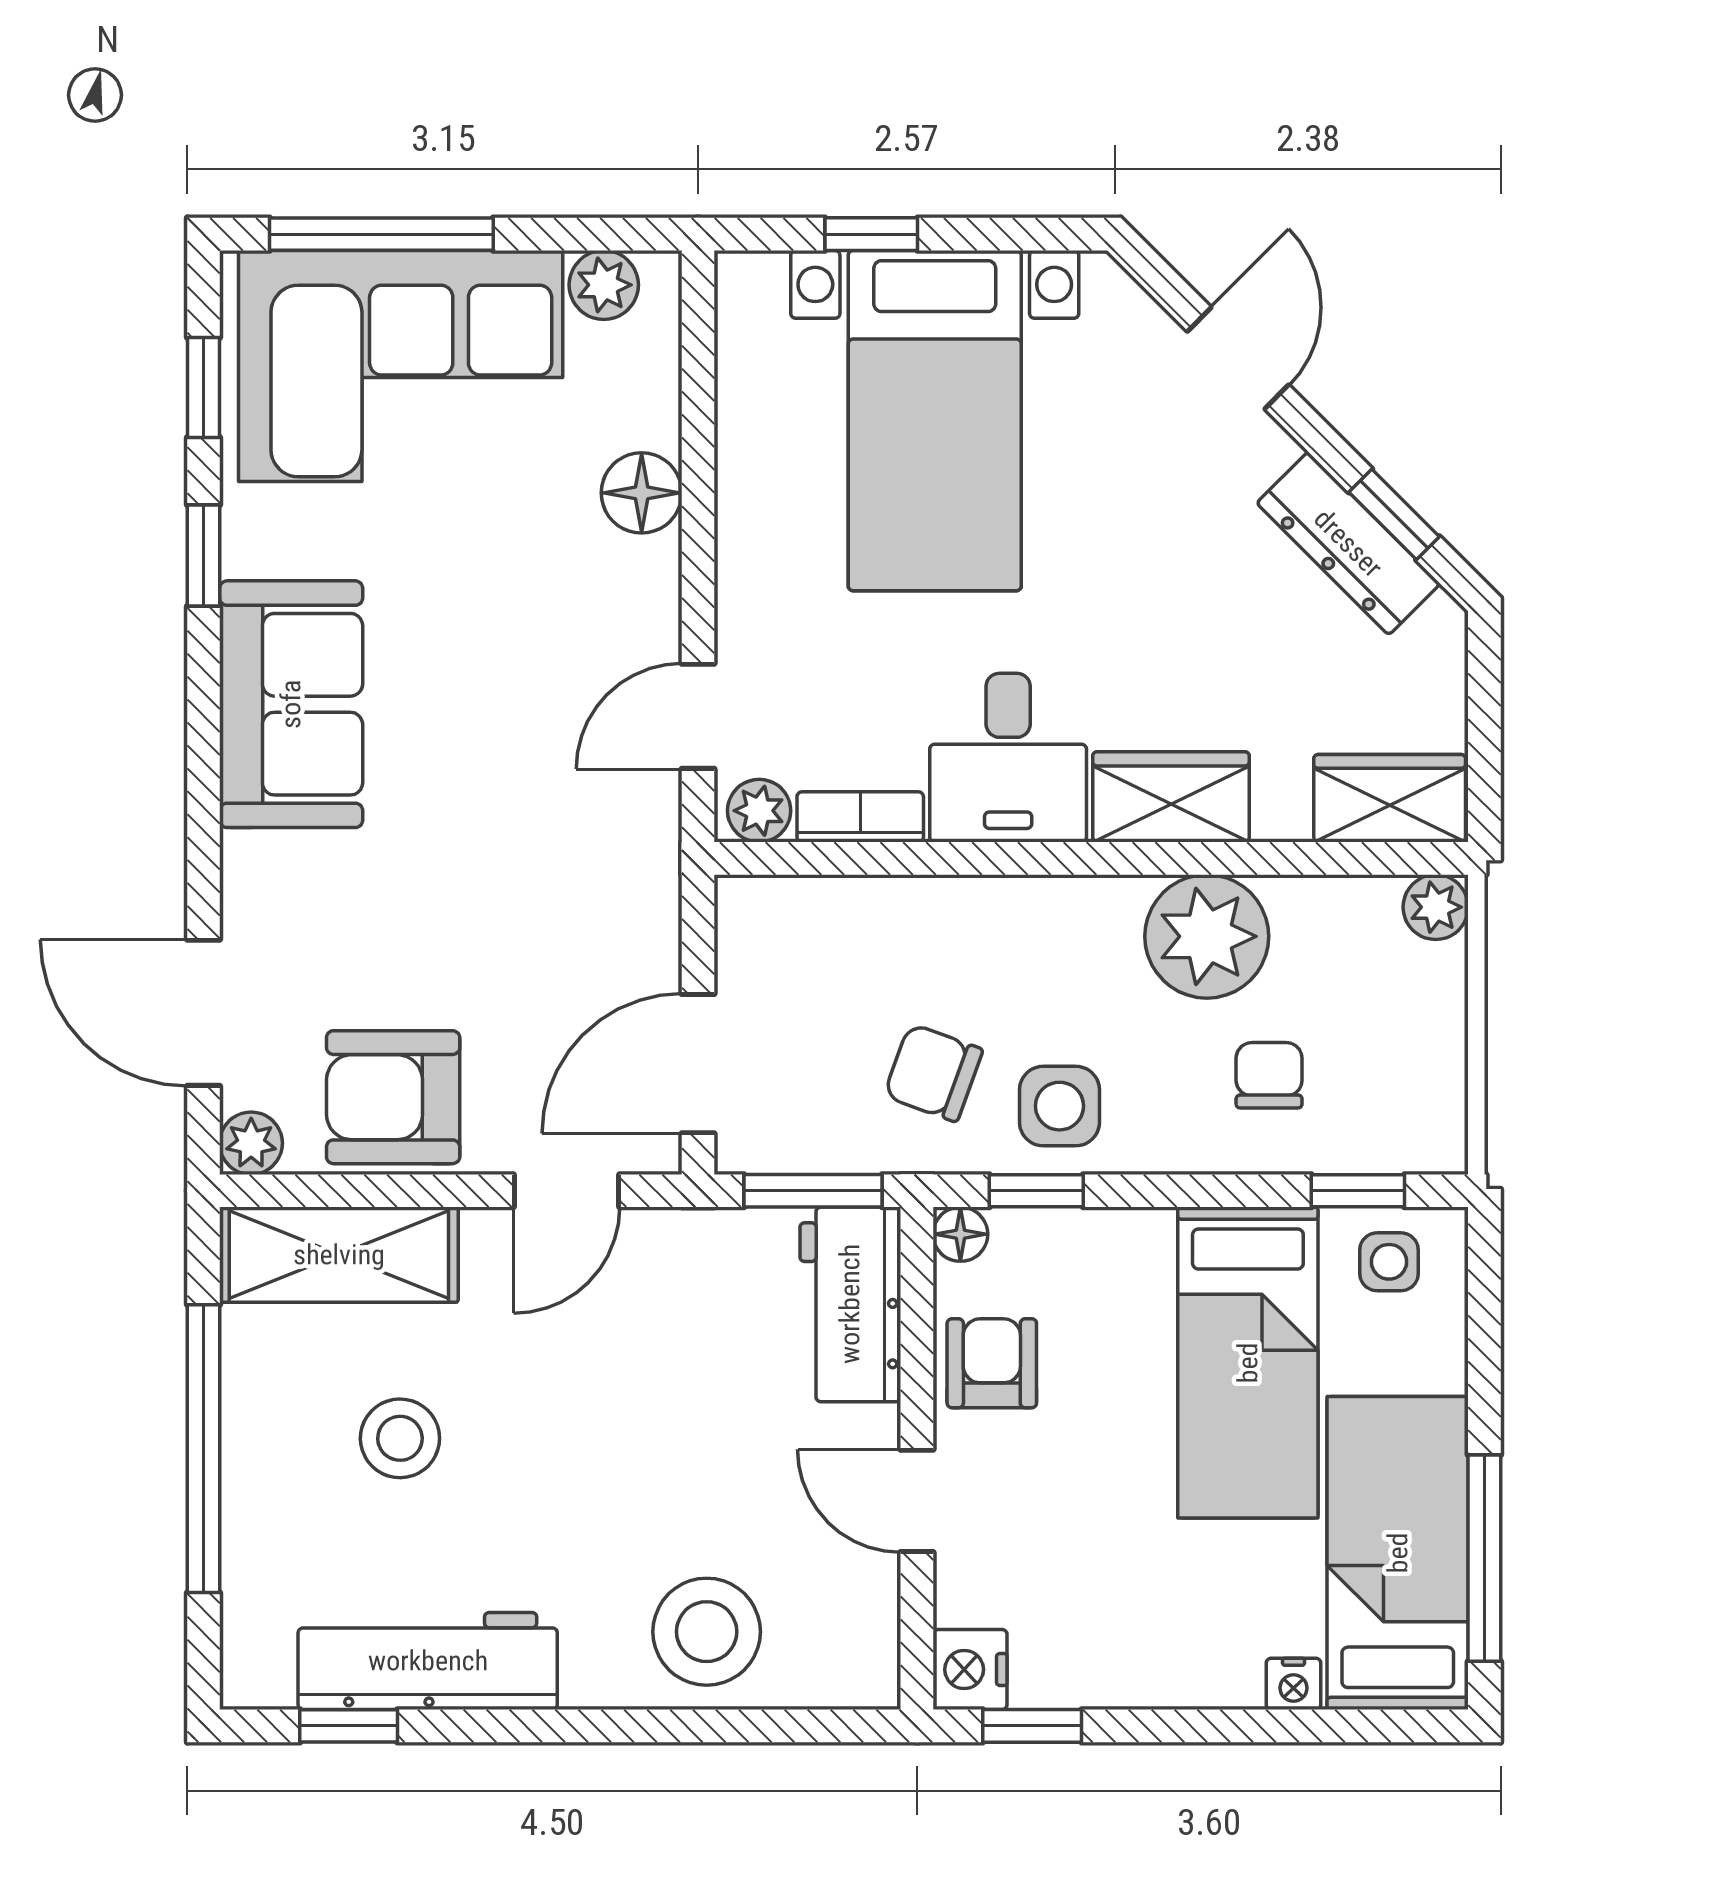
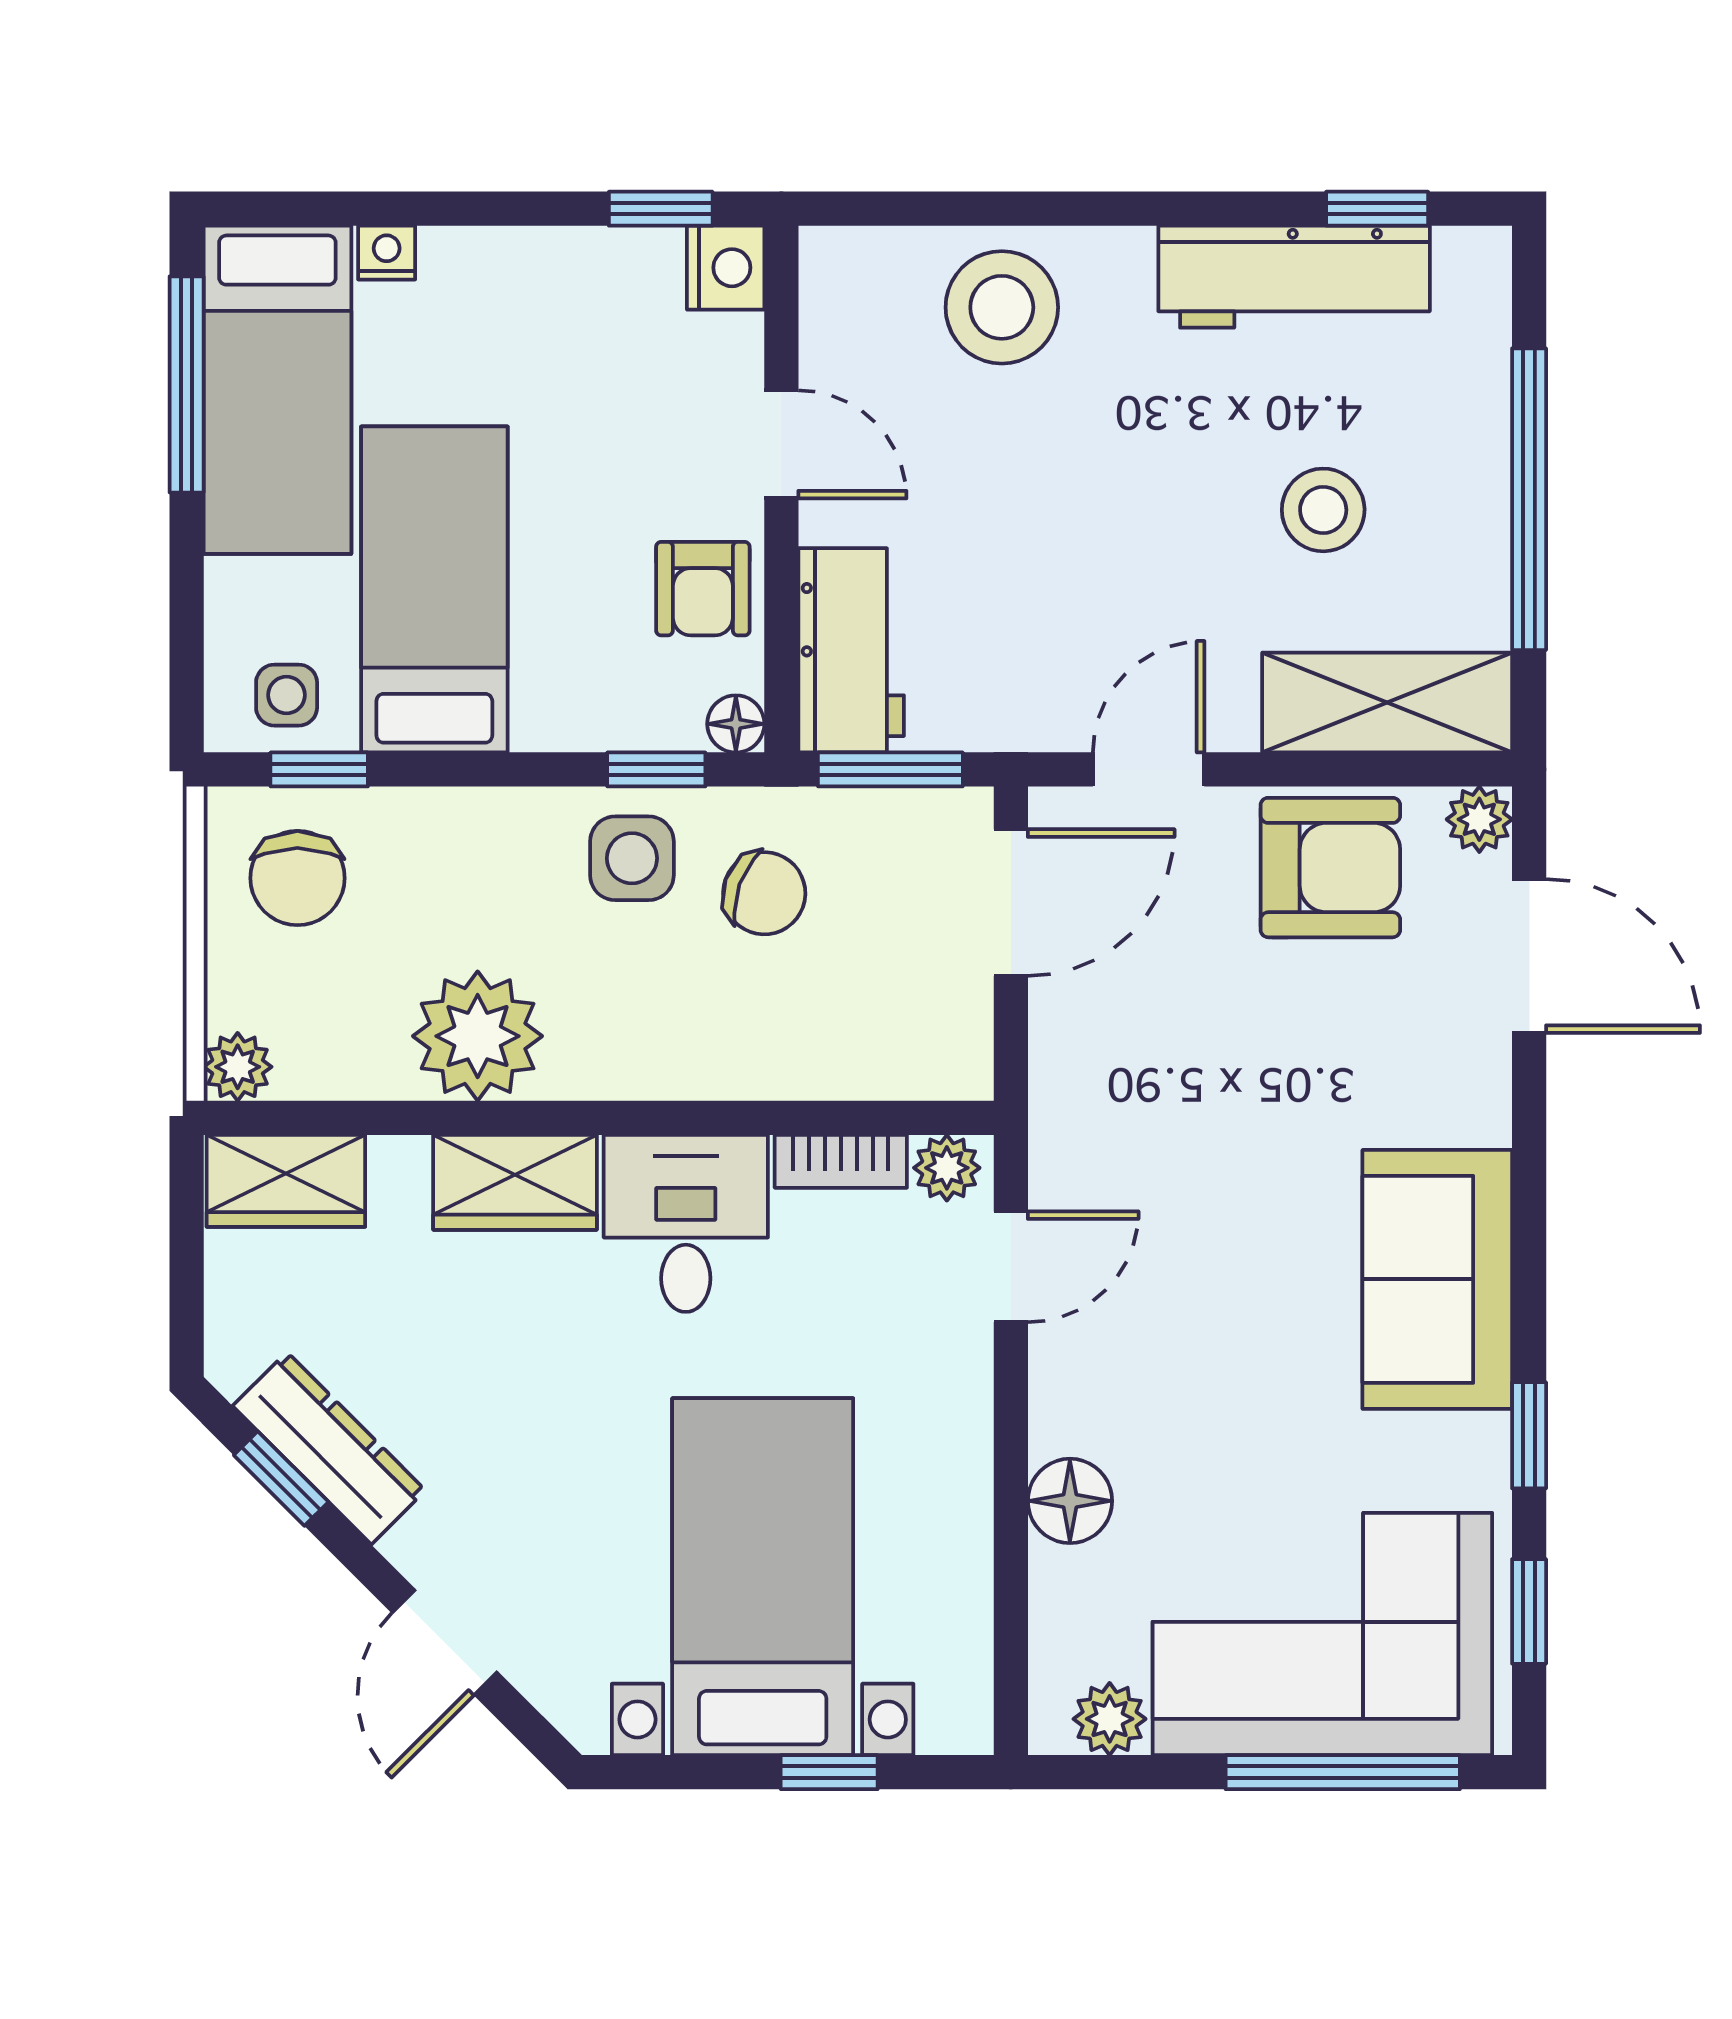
chair: (1269, 1075) -> (297, 878), moved, width x1.37, depth x1.37

